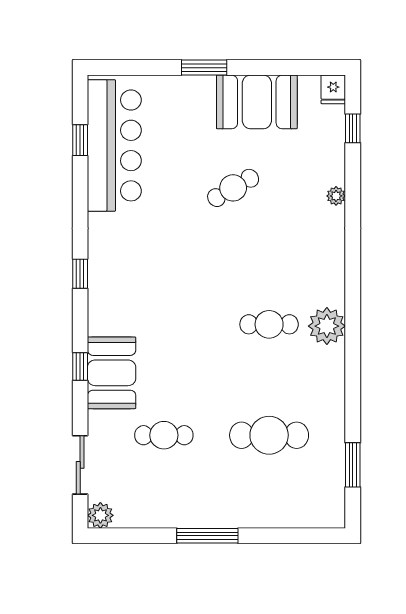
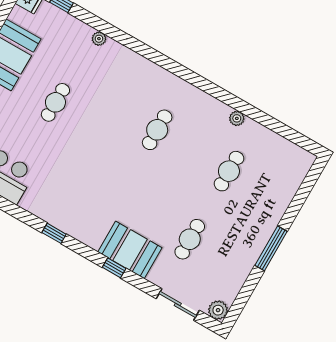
cafe table: (233, 188) -> (55, 102), turned 30
plant: (327, 326) -> (237, 118), moved, width x0.53, depth x0.53
cafe table: (269, 435) -> (229, 171), width x0.73, depth x0.74
window: (353, 465) -> (279, 128), removed

